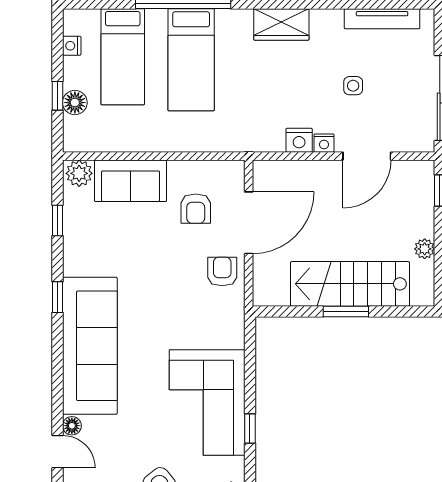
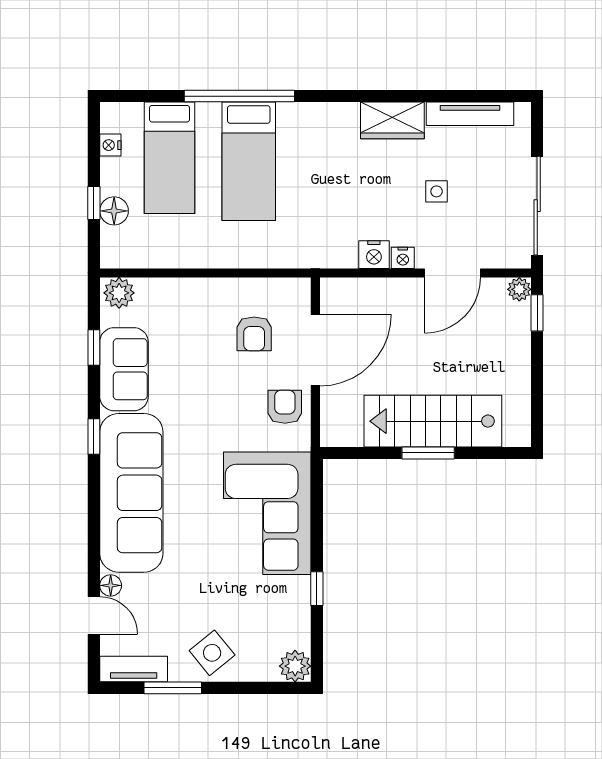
wardrobe: (281, 24) -> (392, 120), moved
sofa: (130, 181) -> (124, 369), moved, turned -90
plant: (425, 249) -> (519, 289), moved
corner sofa: (207, 402) -> (267, 513), moved

